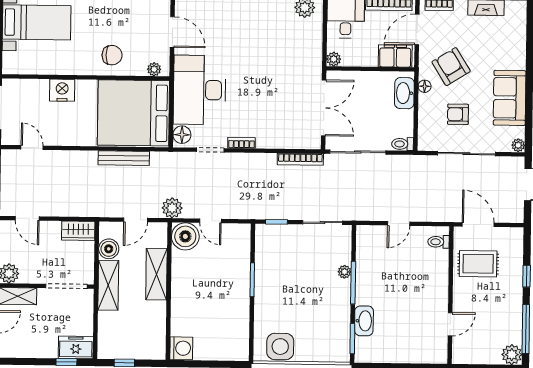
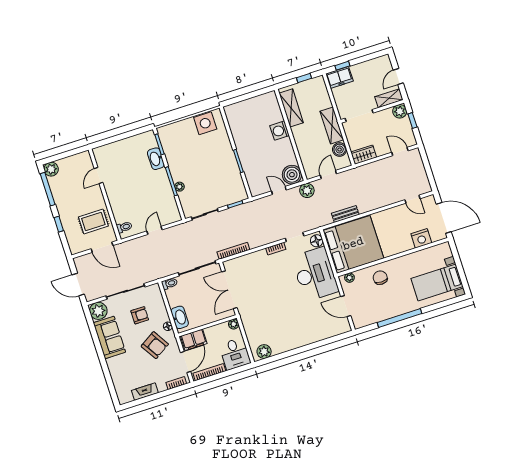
chair: (112, 55) -> (380, 278), turned 90
nightstand: (62, 90) -> (421, 238), moved
plant: (518, 145) -> (98, 311), width x1.88, depth x1.88
bench: (124, 158) -> (345, 214), width x0.73
shelving: (156, 274) -> (291, 108), moved
washing machine: (181, 348) -> (280, 131), moved

